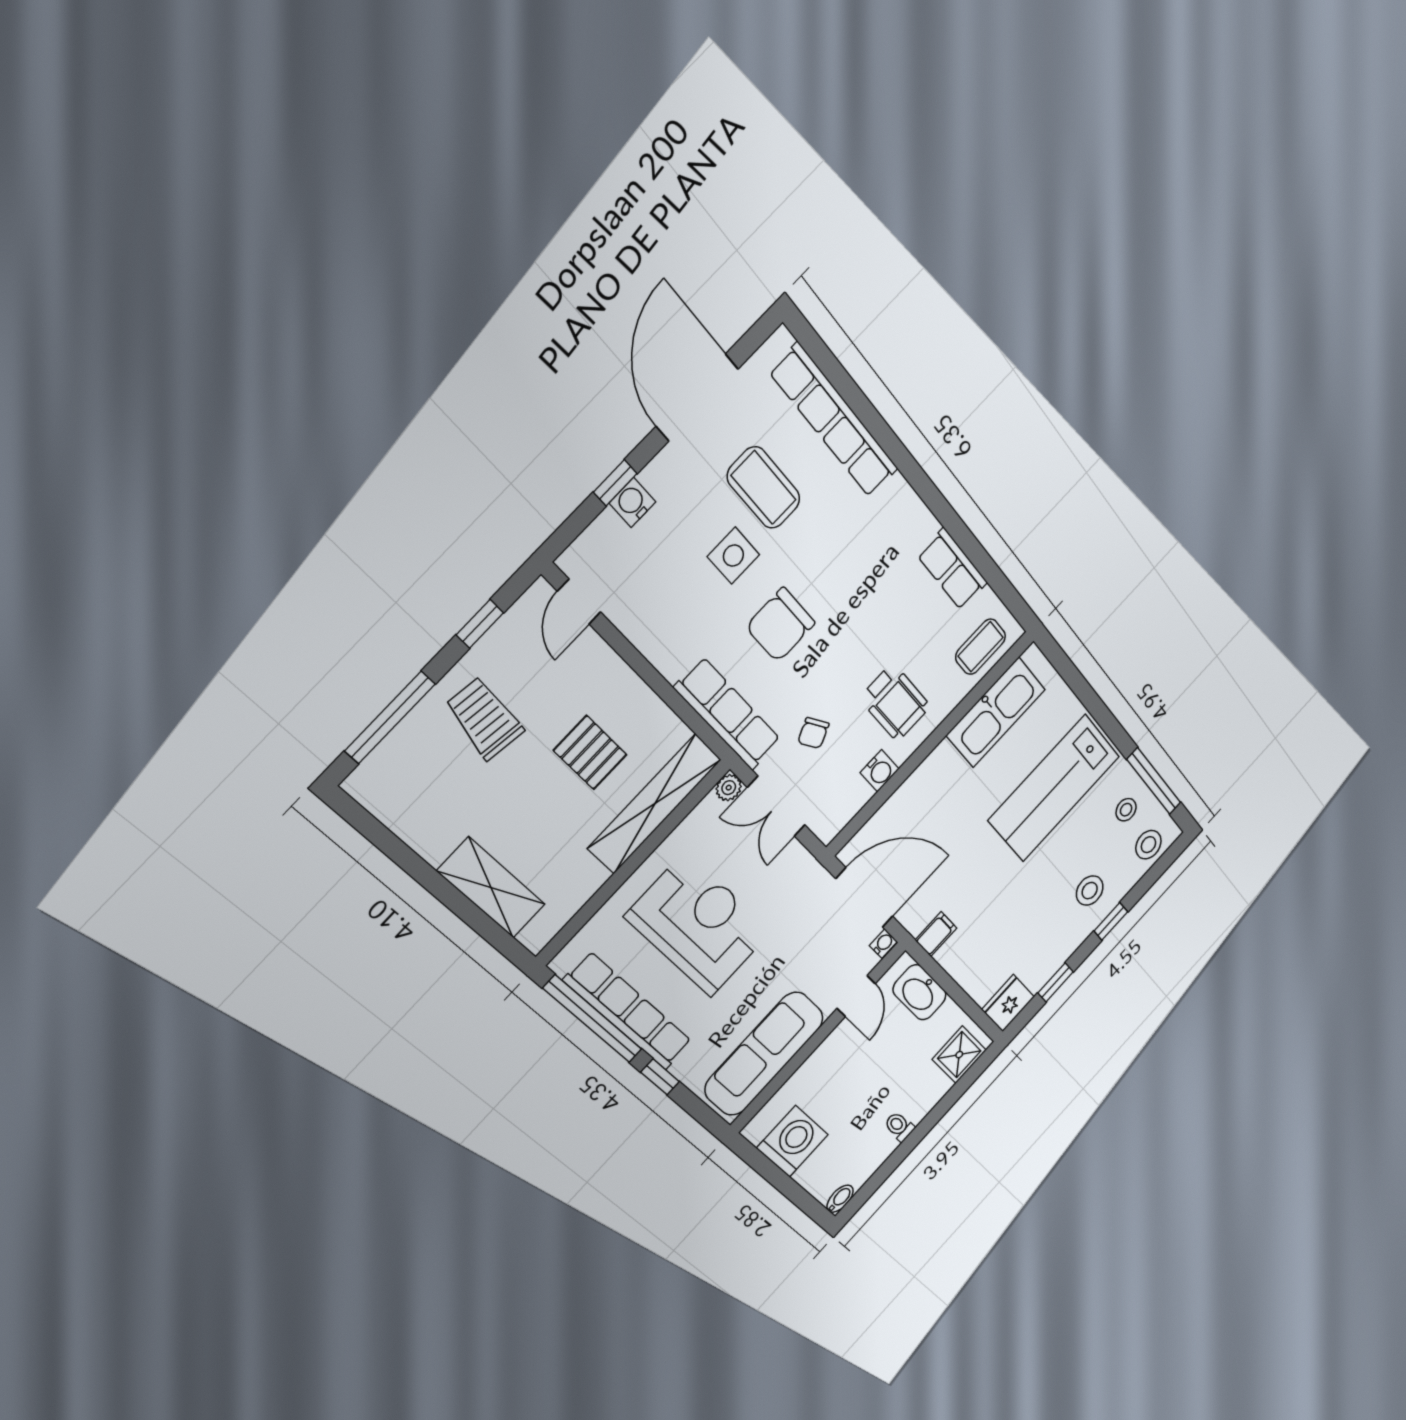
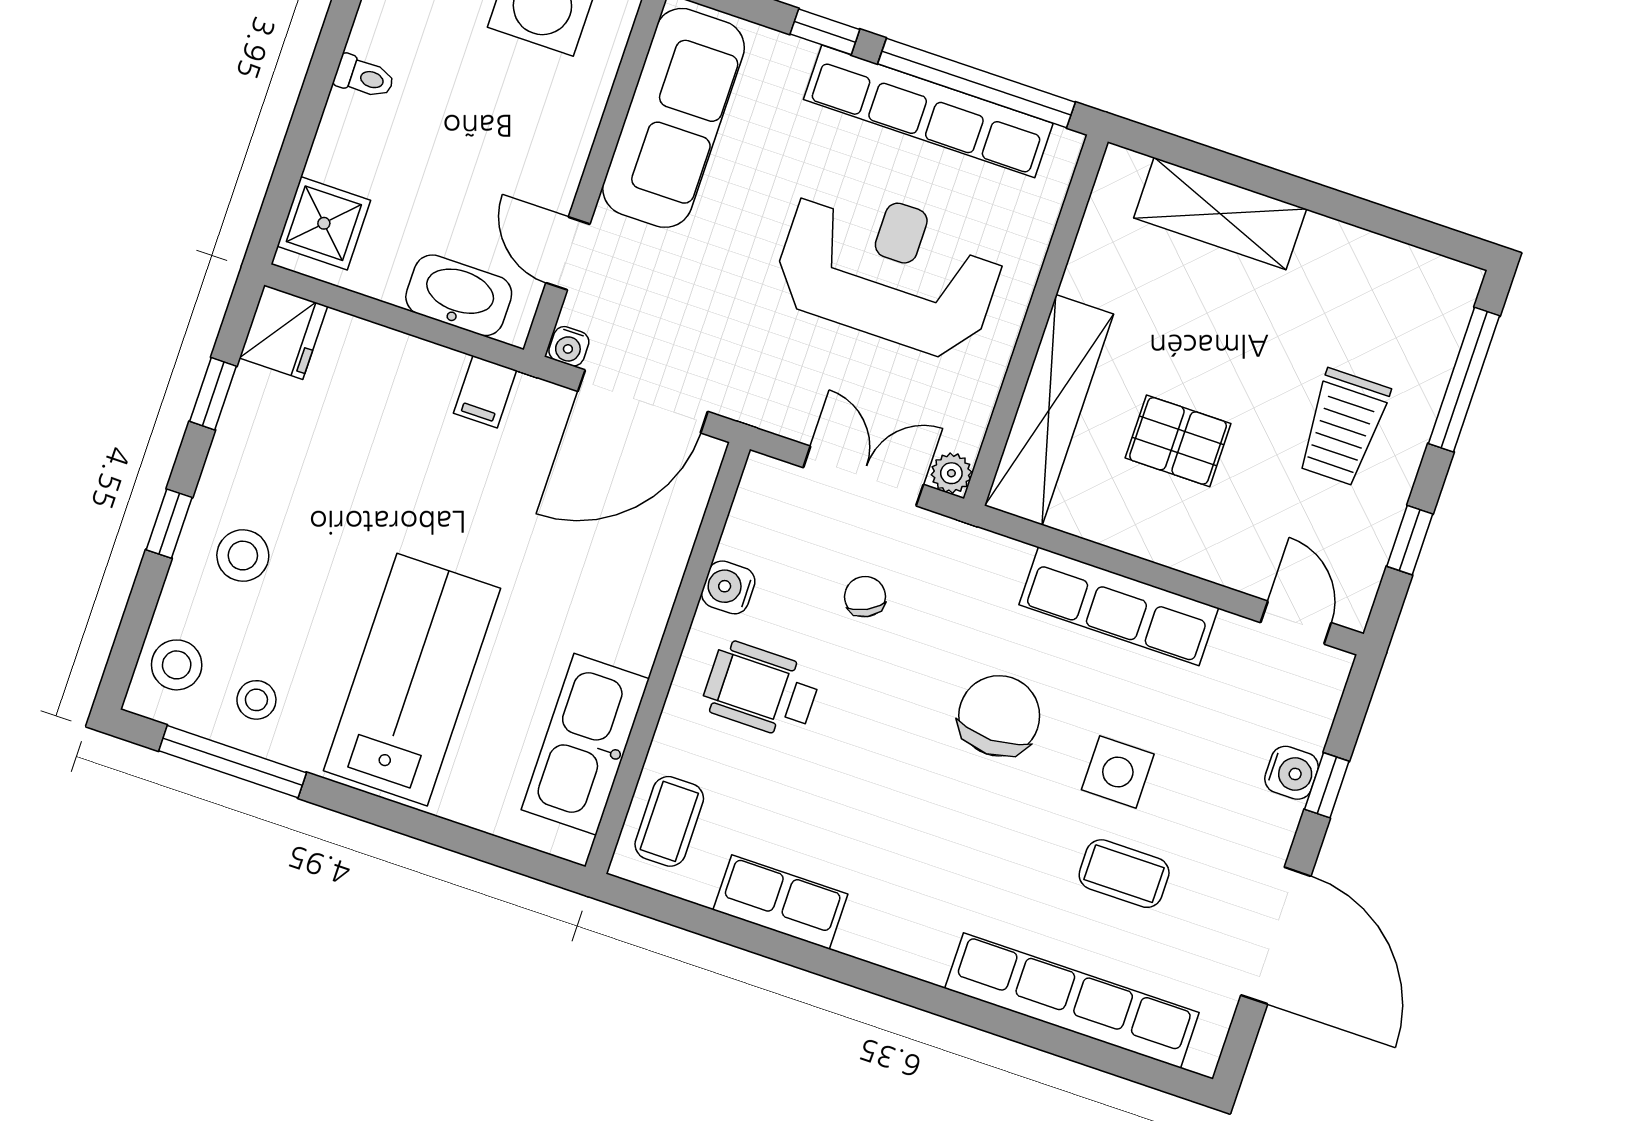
coffee table: (764, 488) -> (1124, 874), width x0.73, depth x0.77
row of seats: (728, 714) -> (1119, 606), moved
trolley: (485, 718) -> (1343, 427), turned 82
reception desk: (699, 925) -> (889, 270), turned 180

